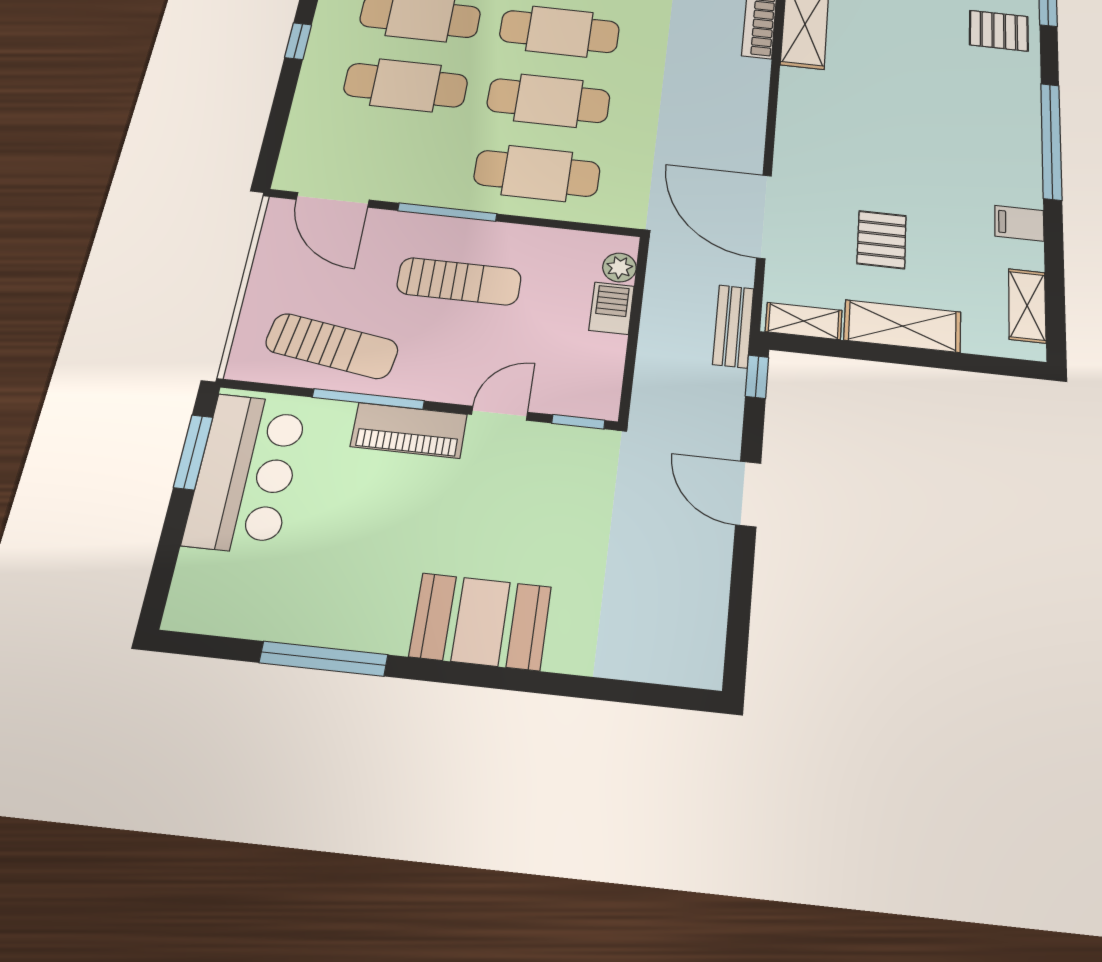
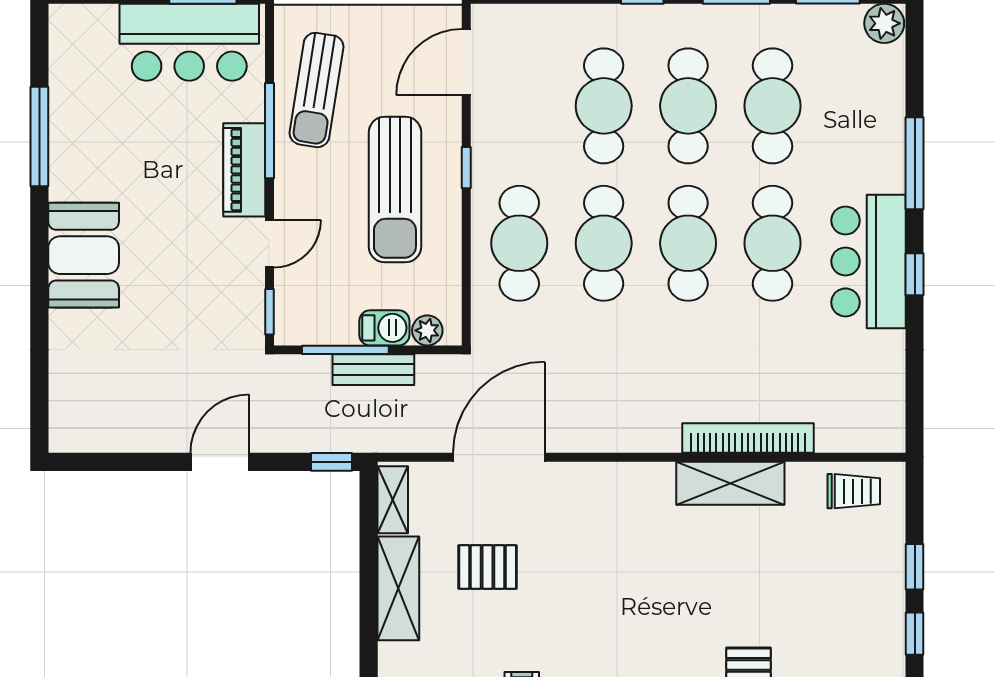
window: (447, 212) -> (466, 168), width x0.46
sun lounger: (459, 281) -> (395, 190), width x1.36, depth x1.34
bench: (733, 326) -> (373, 370), moved
window: (632, 349) -> (345, 350), added
door: (500, 413) -> (269, 244), hinge flipped

